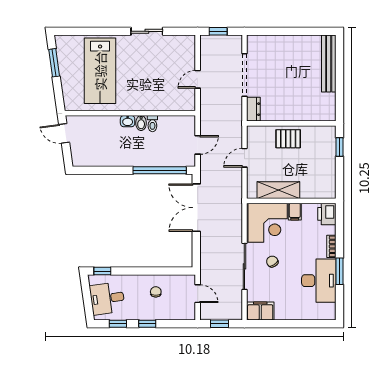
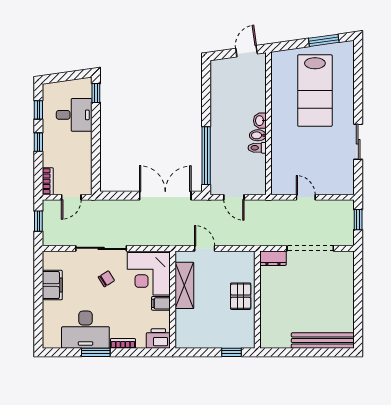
lab bench: (100, 71) -> (315, 91), turned -90
door: (244, 158) -> (205, 248), moved
chair: (156, 292) -> (73, 151), removed
desk: (107, 298) -> (74, 115), moved, turned 98
filing cabinet: (260, 311) -> (52, 285), moved
bookcase: (183, 315) -> (48, 181), added

